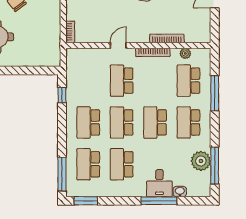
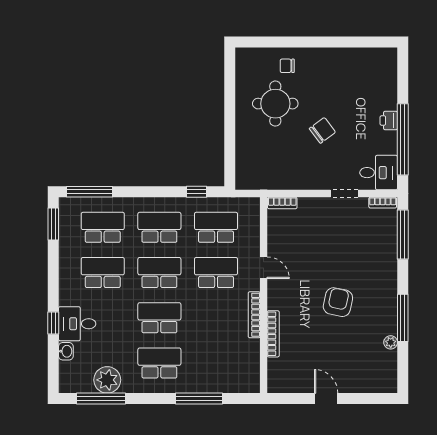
plant: (185, 53) -> (253, 359), removed
school desk: (188, 81) -> (216, 227), moved
window: (159, 201) -> (53, 323), width x0.46

